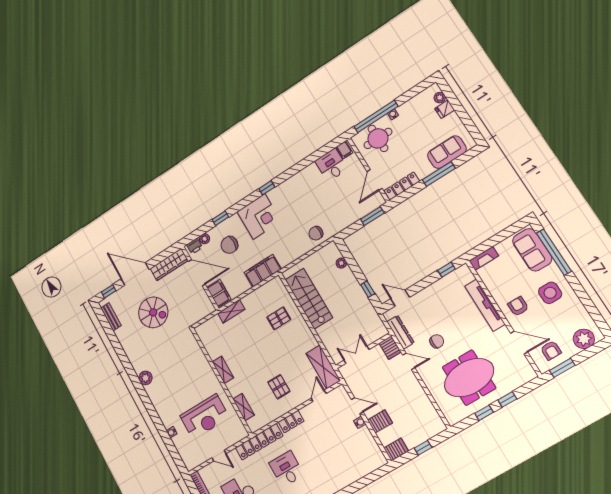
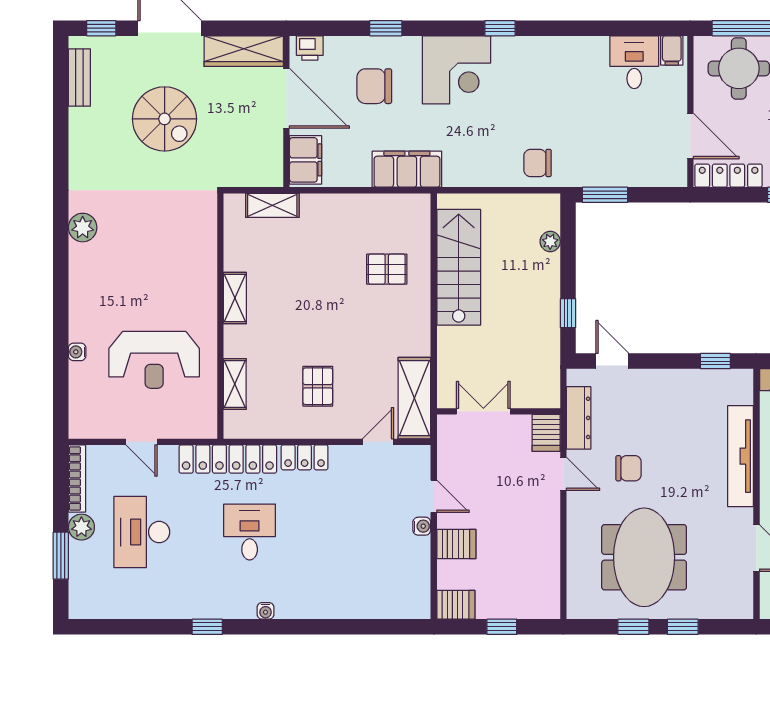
door: (375, 180) -> (690, 136), swing flipped
window: (372, 216) -> (605, 195), moved
plant: (205, 239) -> (336, 46), removed
shelving: (231, 311) -> (272, 205), moved
meeting table: (469, 378) -> (644, 557), turned 90

